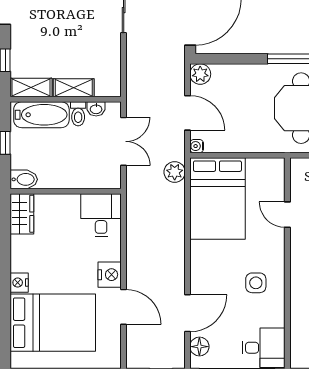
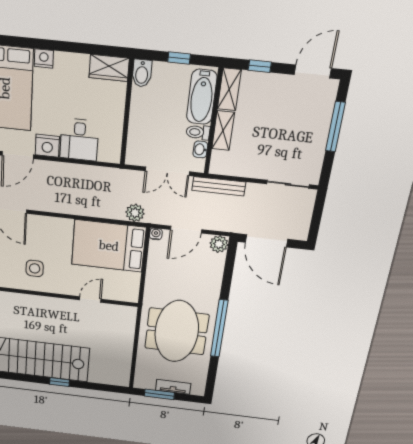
bench: (134, 84) -> (219, 186), added
desk: (101, 215) -> (79, 140), moved, turned 90

